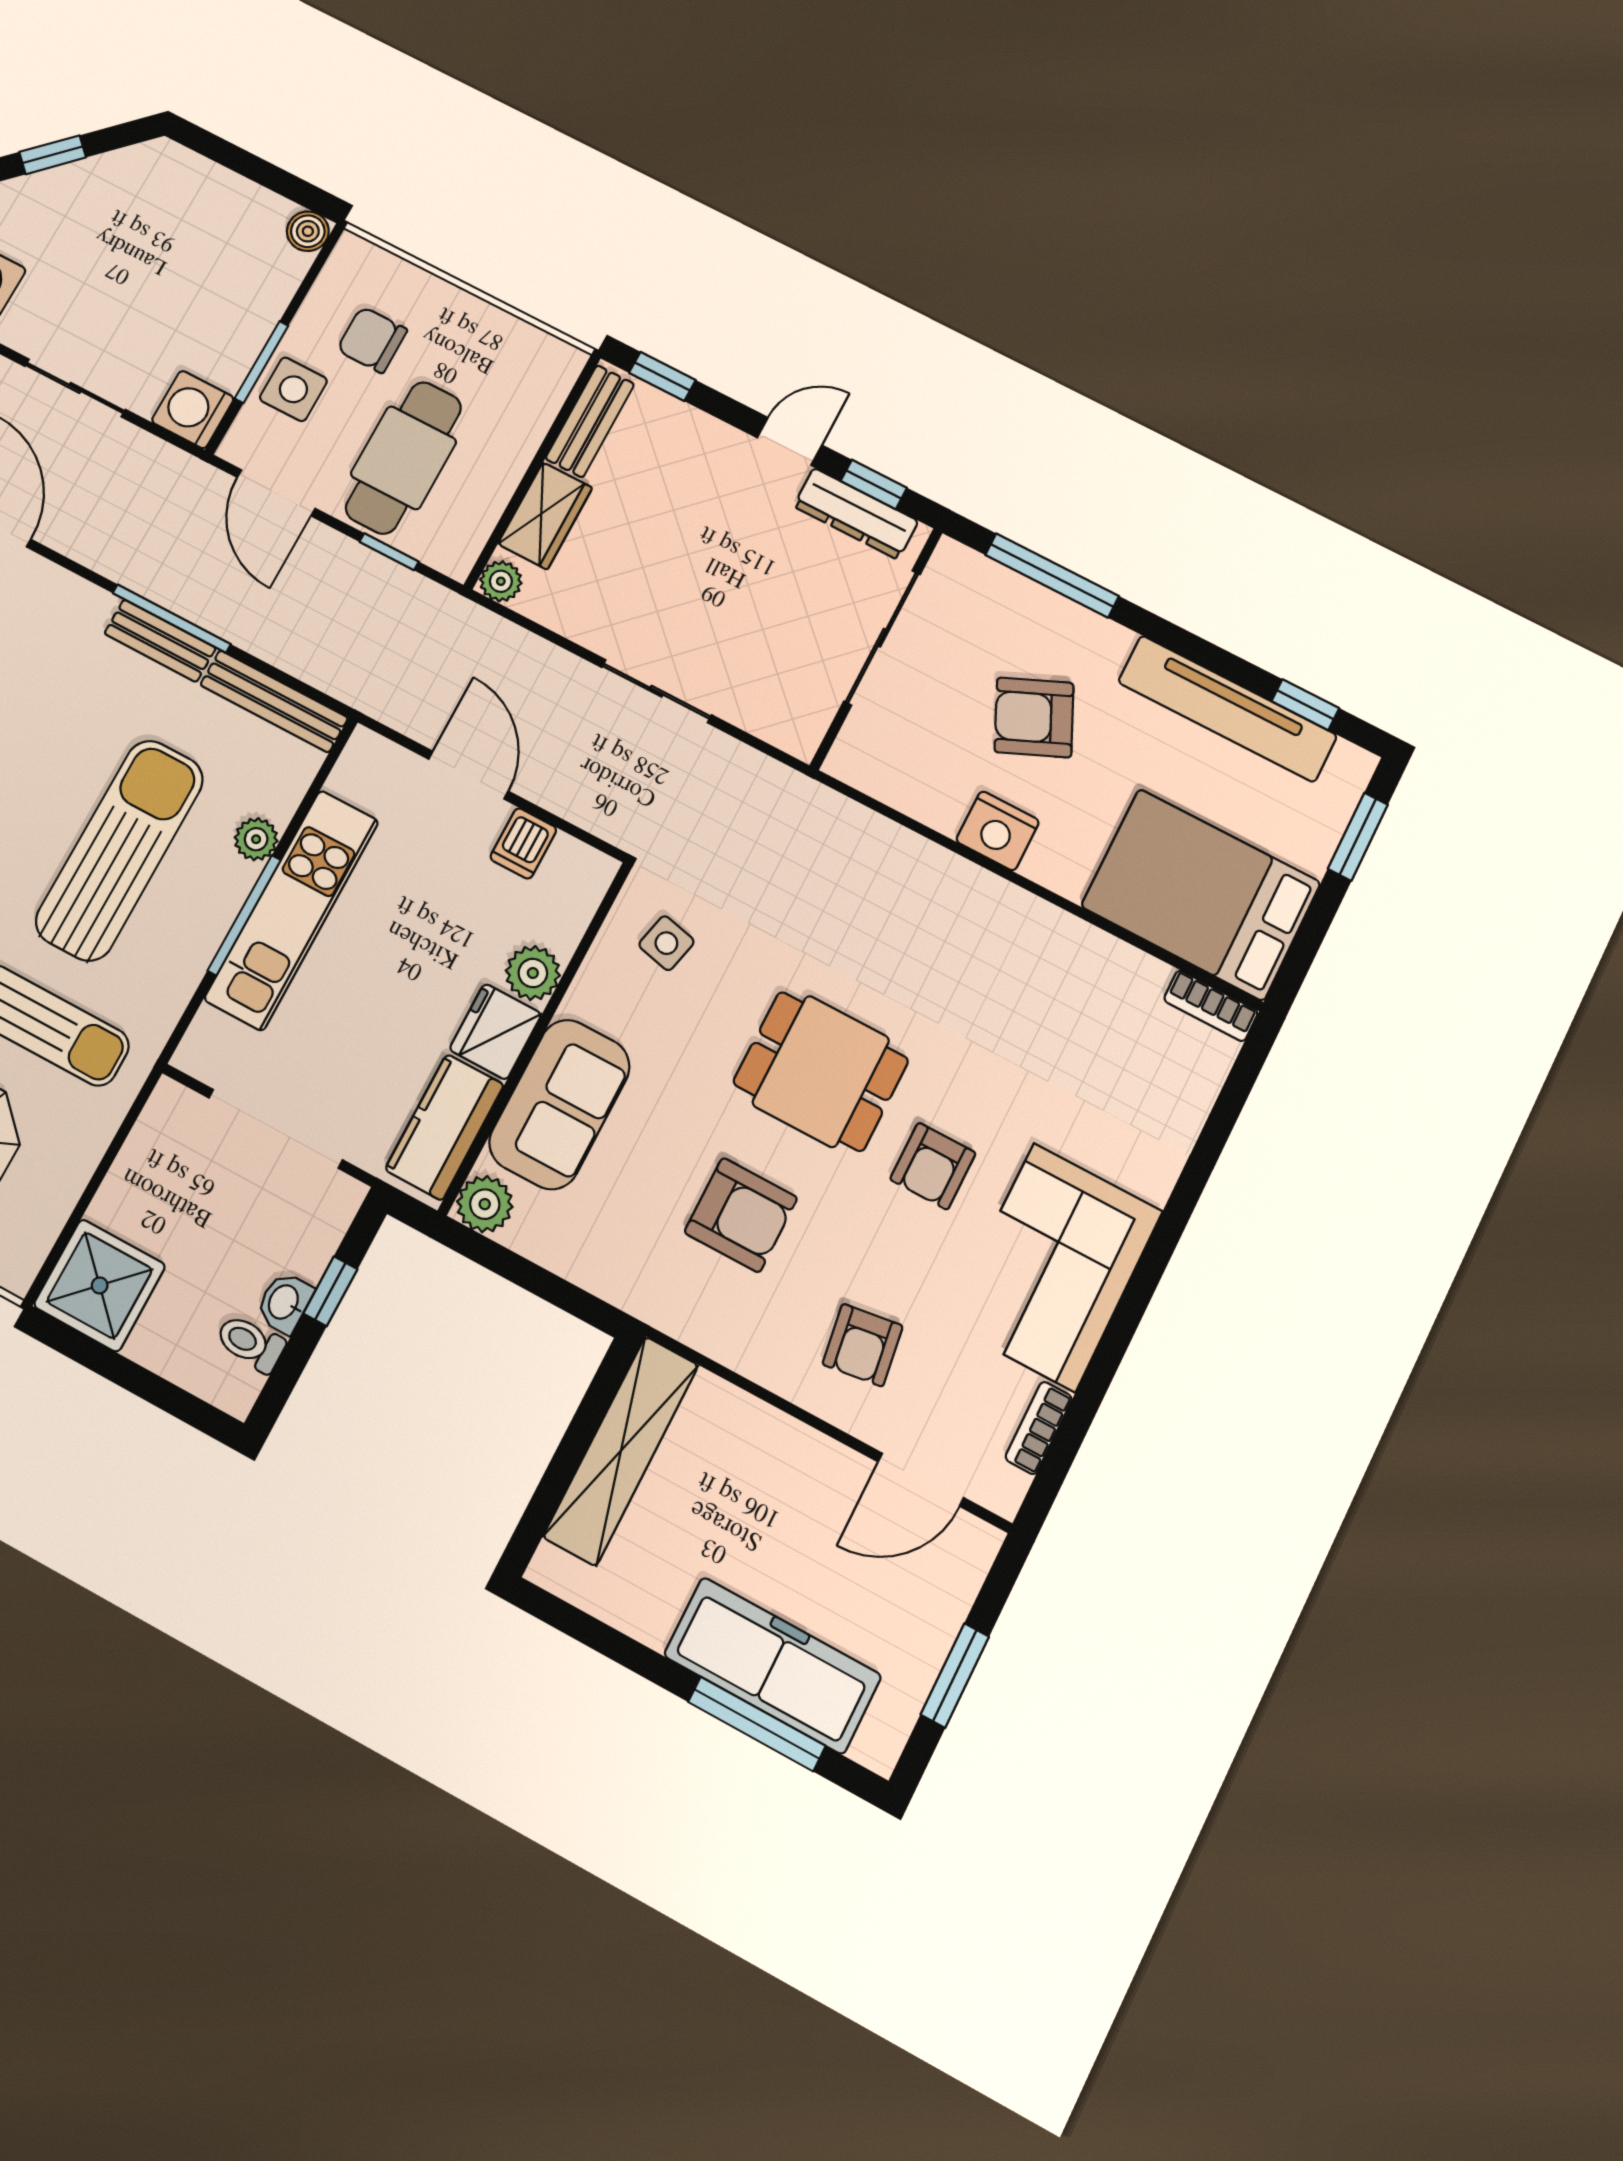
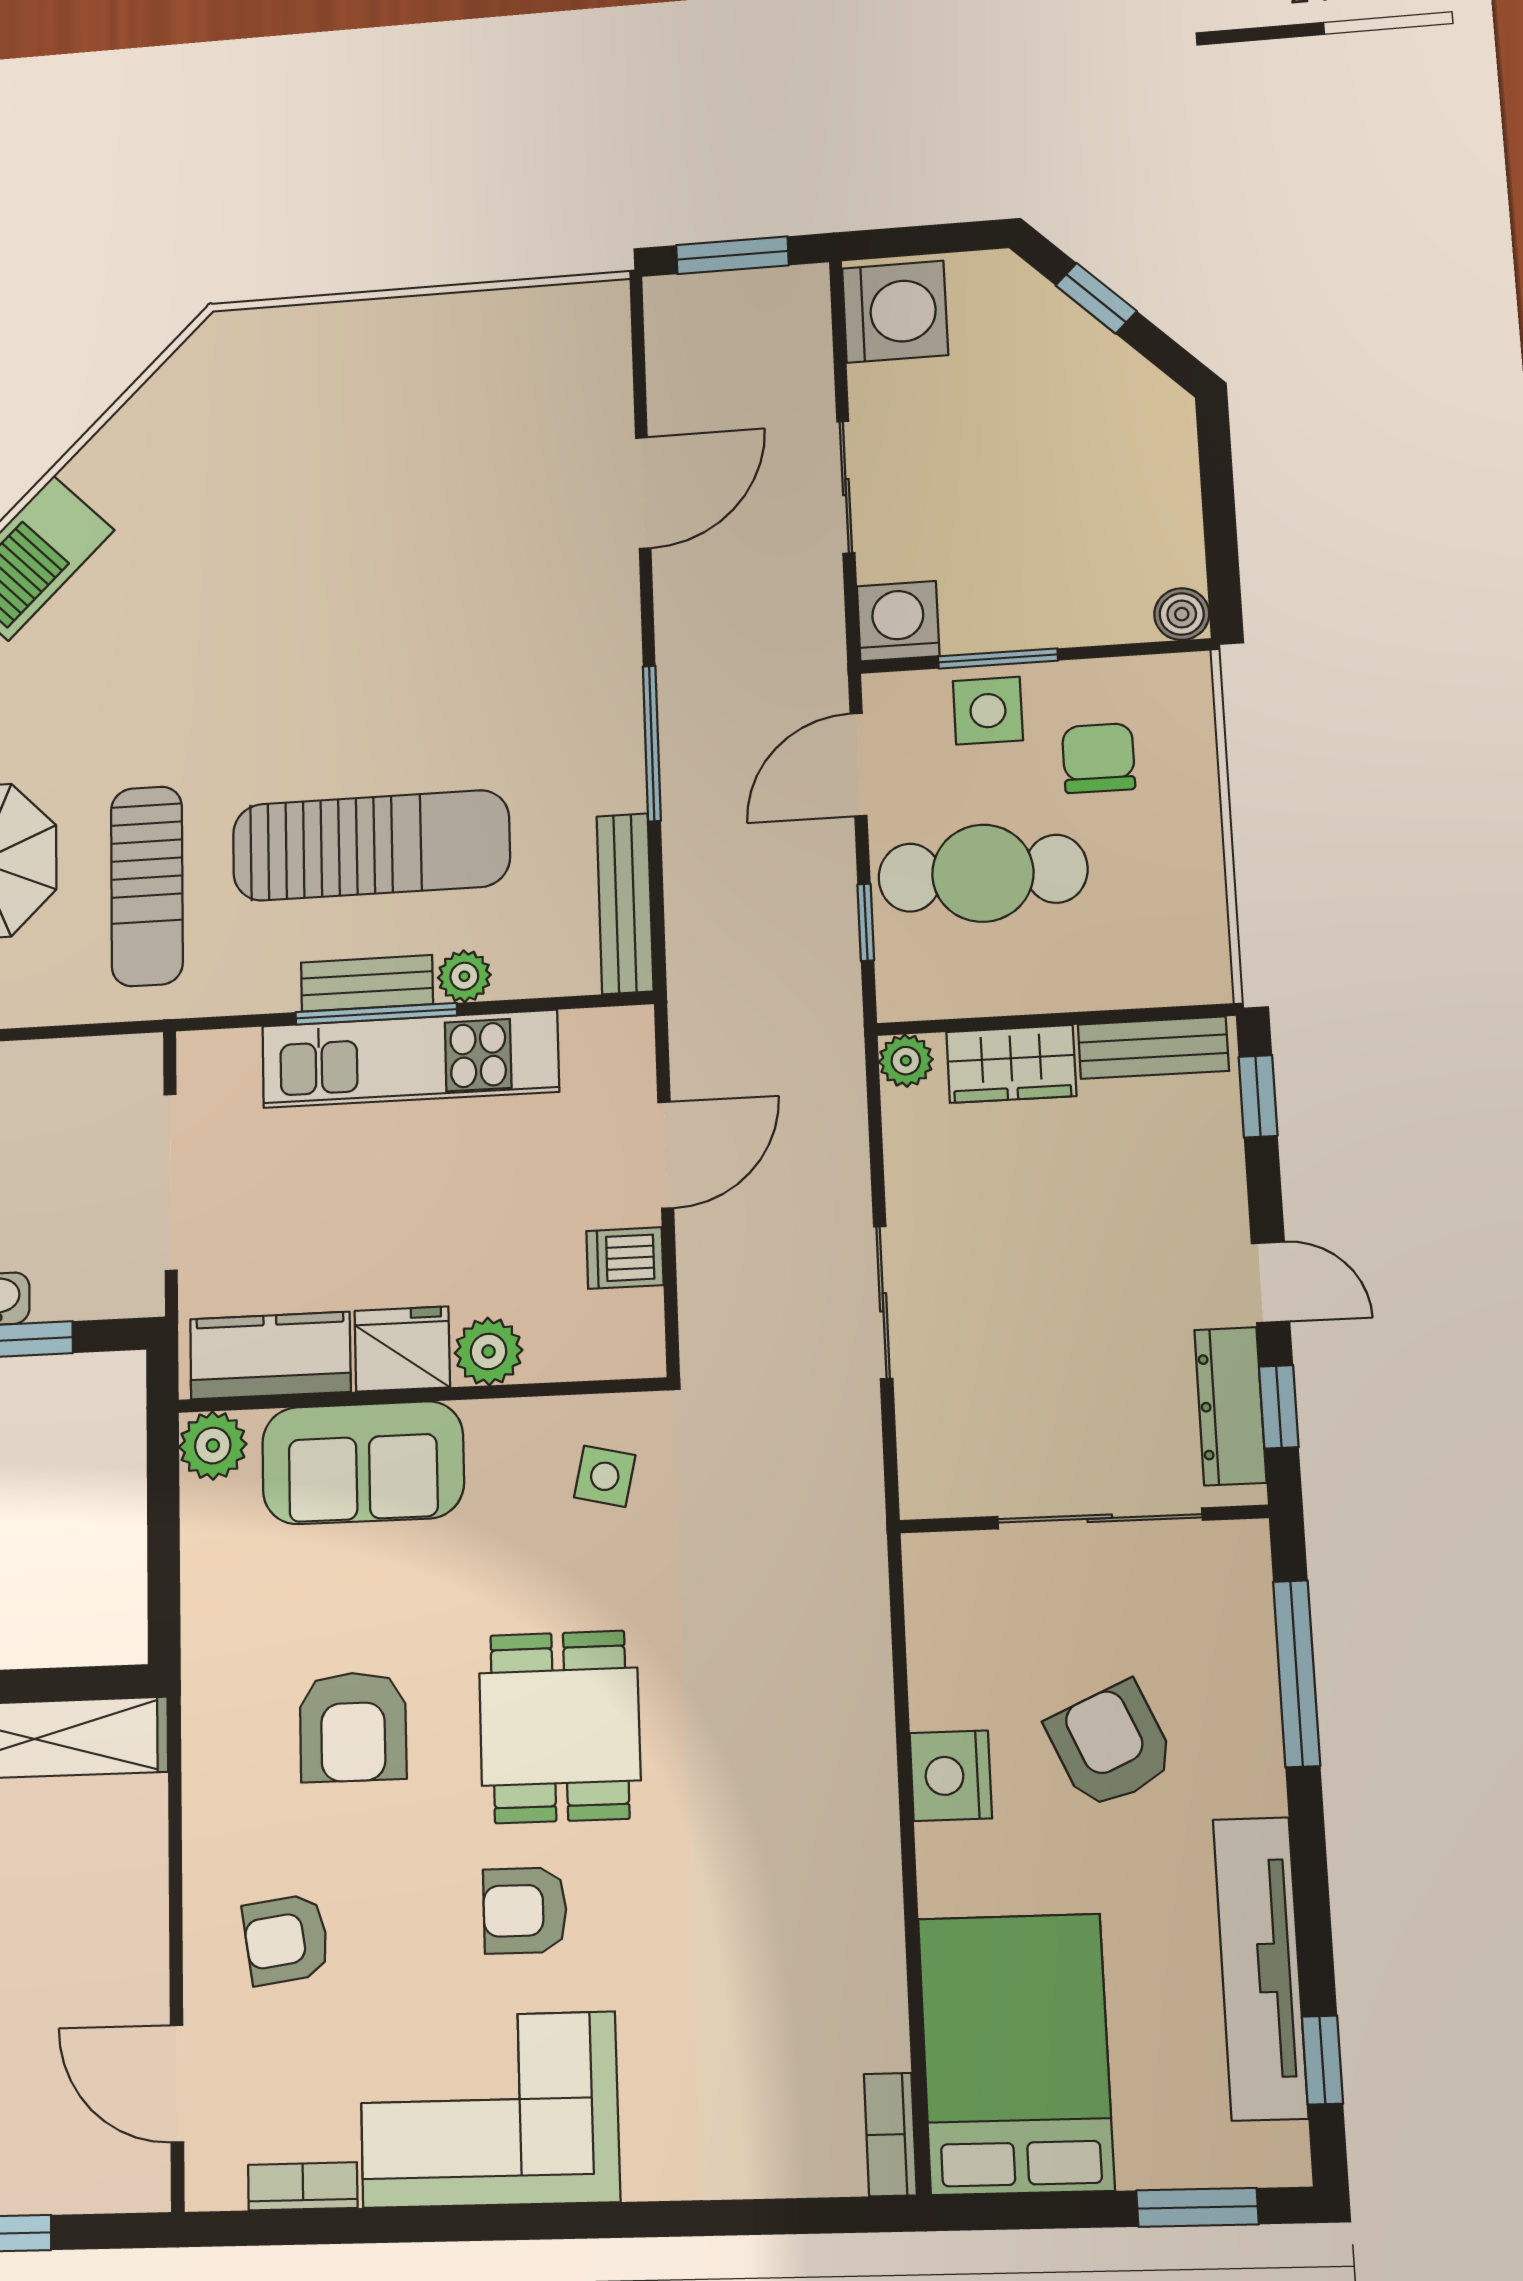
bench: (160, 641) -> (367, 983), moved, turned 90

